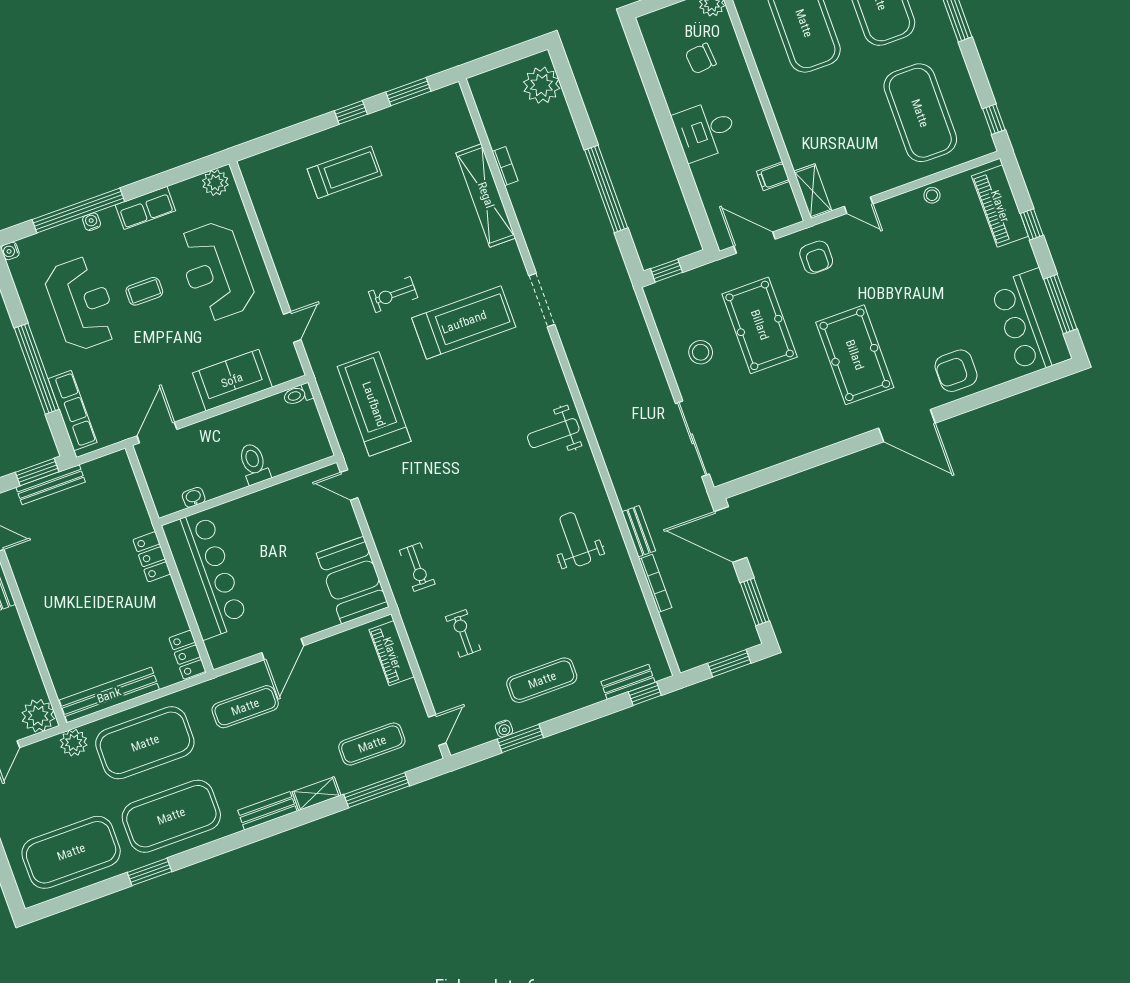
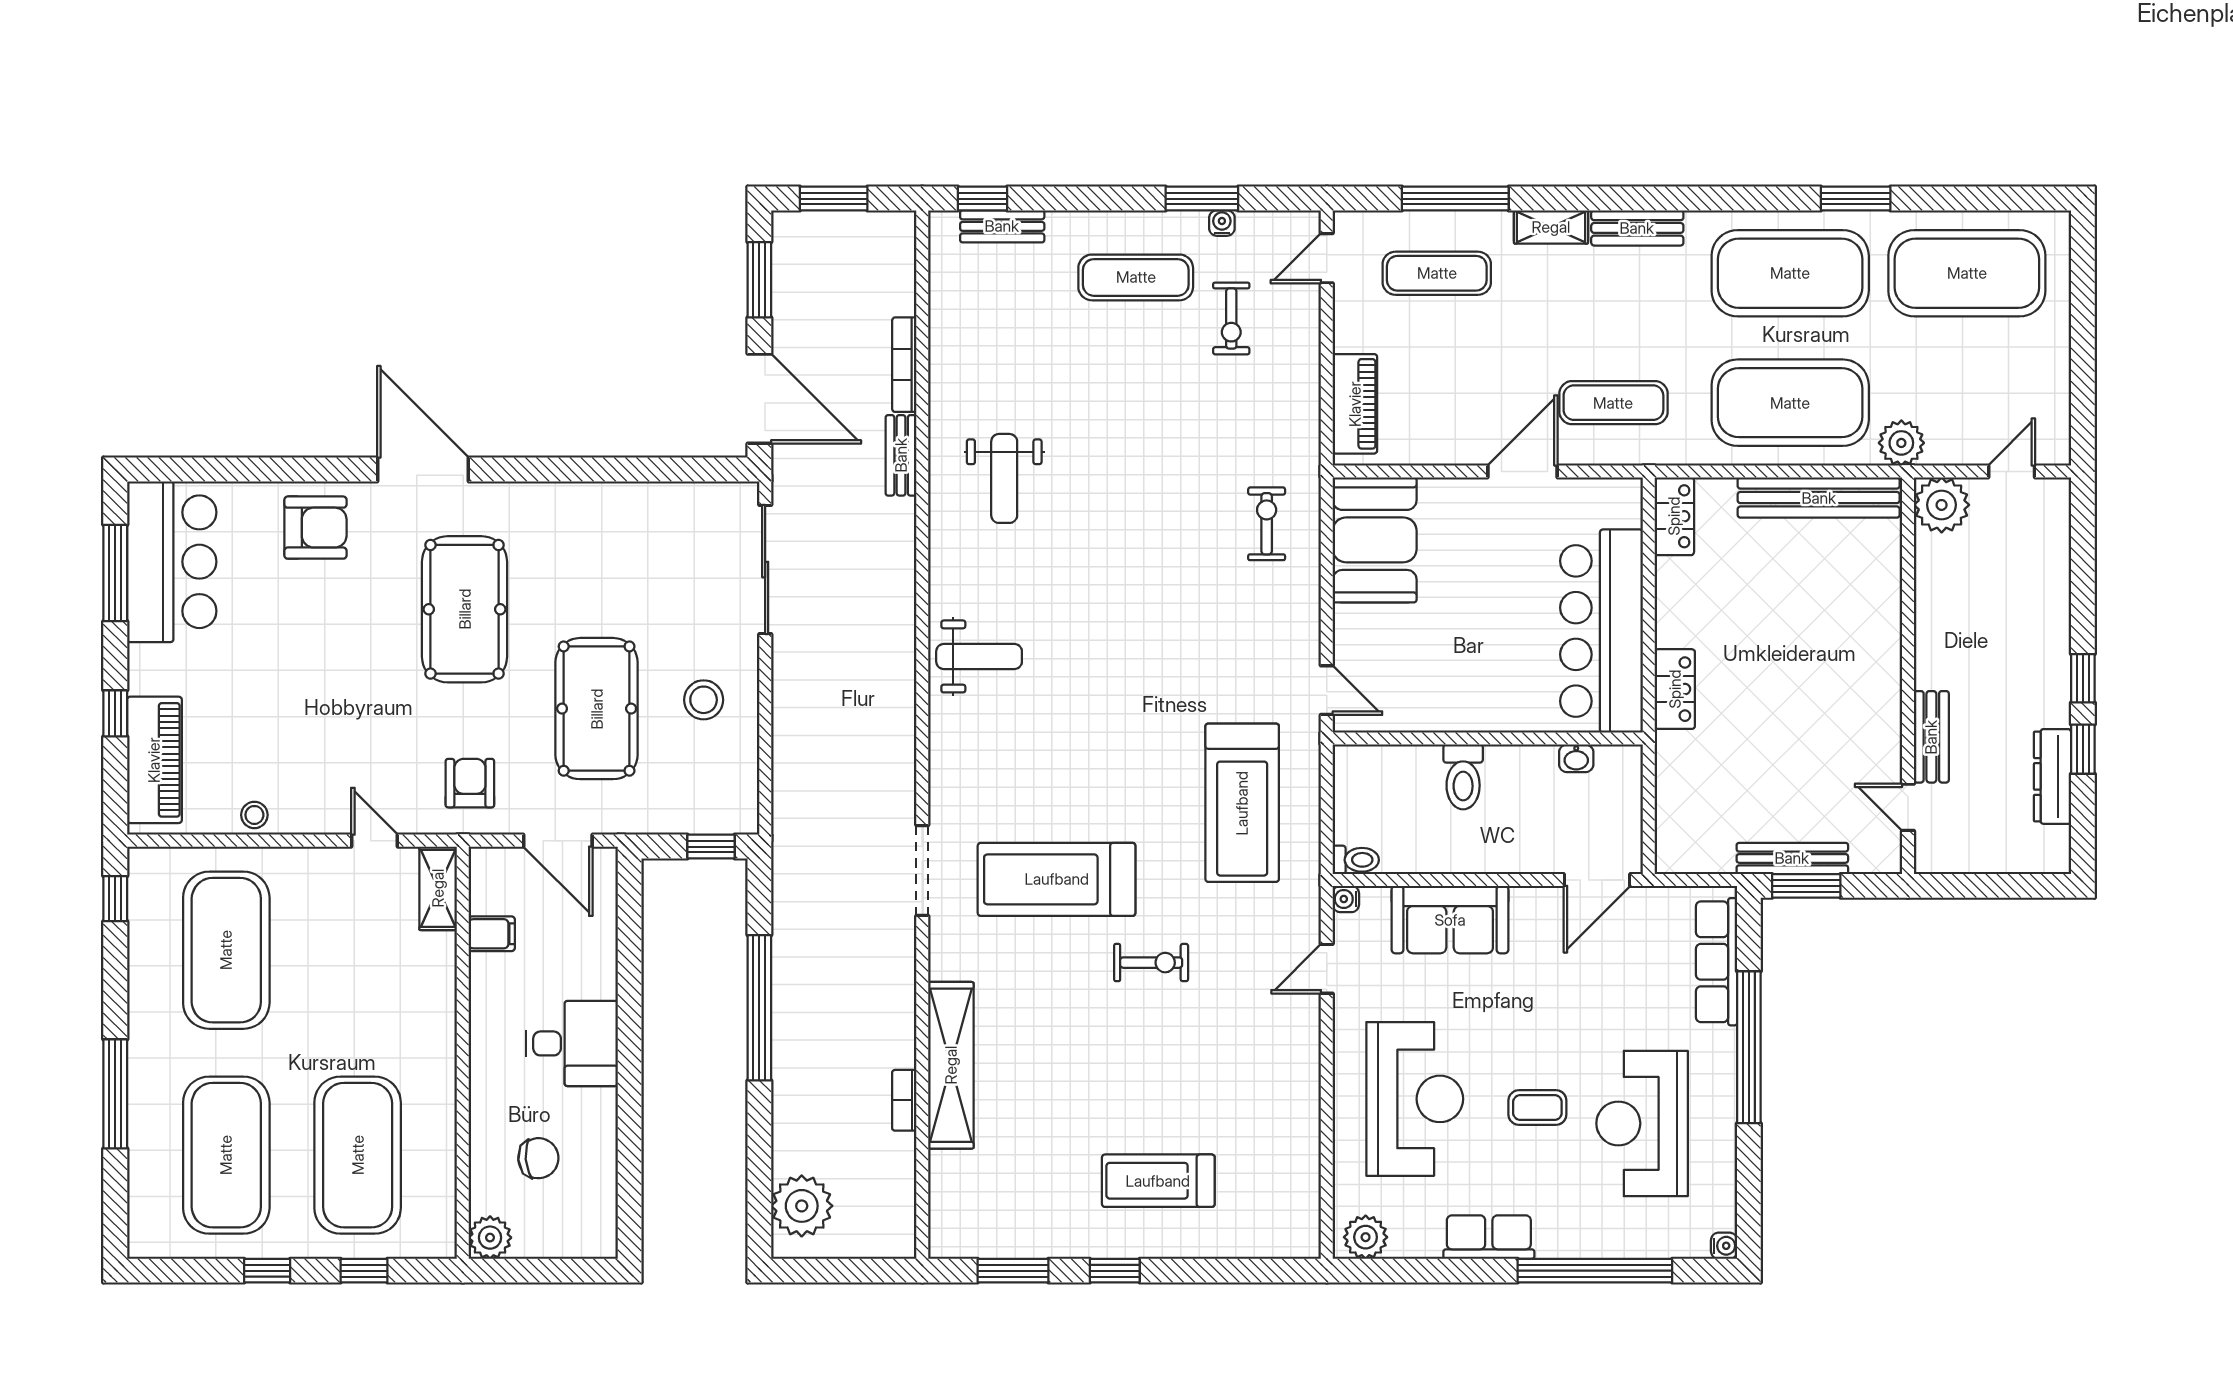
water cooler: (92, 222) -> (1346, 899), moved, turned 90
exercise bike: (463, 633) -> (1231, 319), moved

